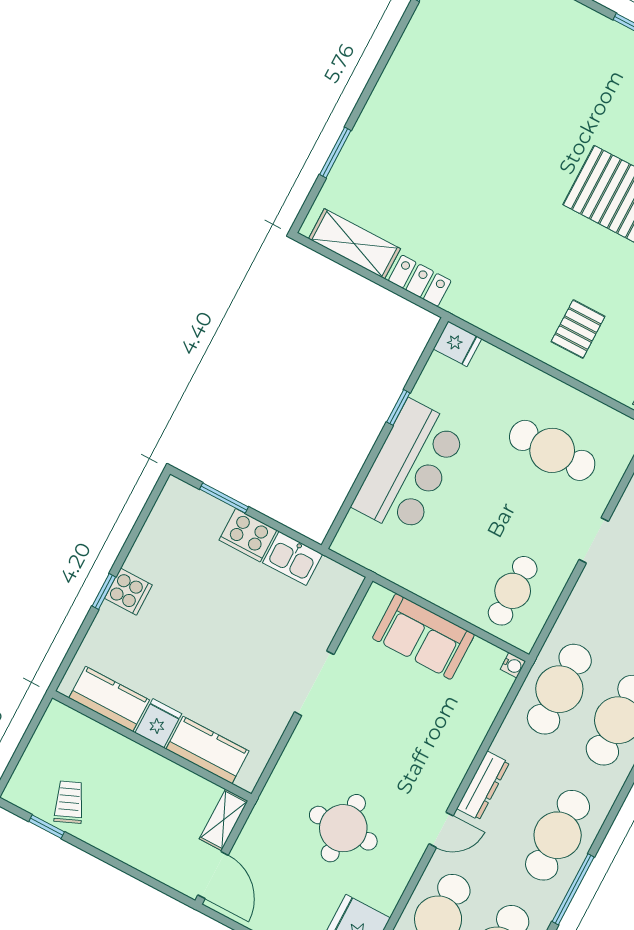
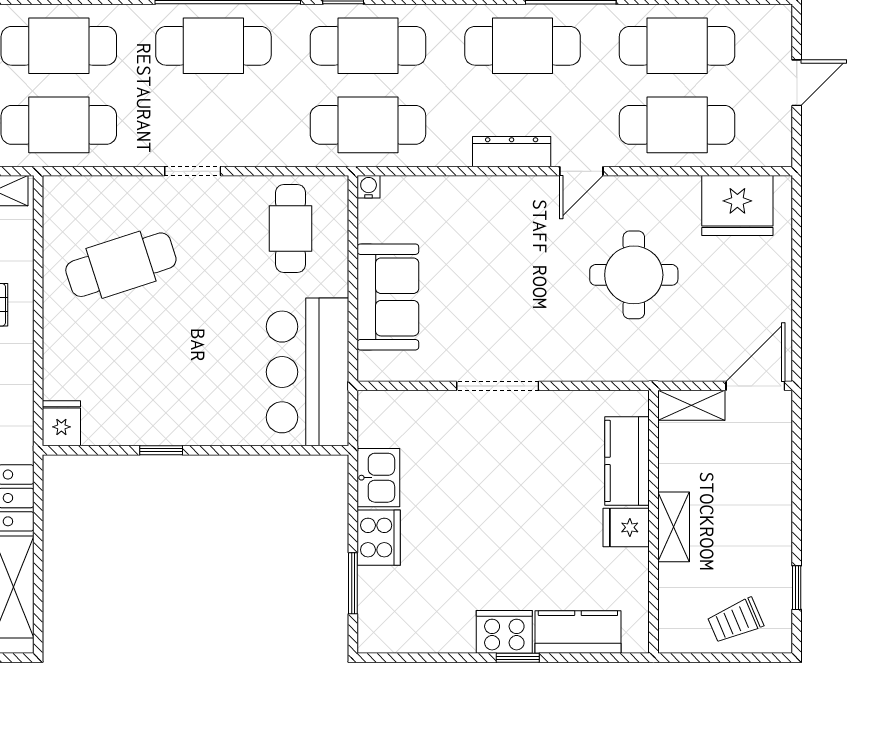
cafe table: (552, 450) -> (121, 265), turned 72
bar counter: (410, 468) -> (308, 372), moved, turned -90
cafe table: (513, 591) -> (291, 228), turned 90
cooker: (128, 592) -> (504, 632), width x1.36
kitchen counter: (109, 699) -> (578, 632), moved, turned 90
shelving: (140, 759) -> (674, 527), added
trolley: (69, 802) -> (735, 621), moved
door: (441, 830) -> (581, 171), swing flipped

